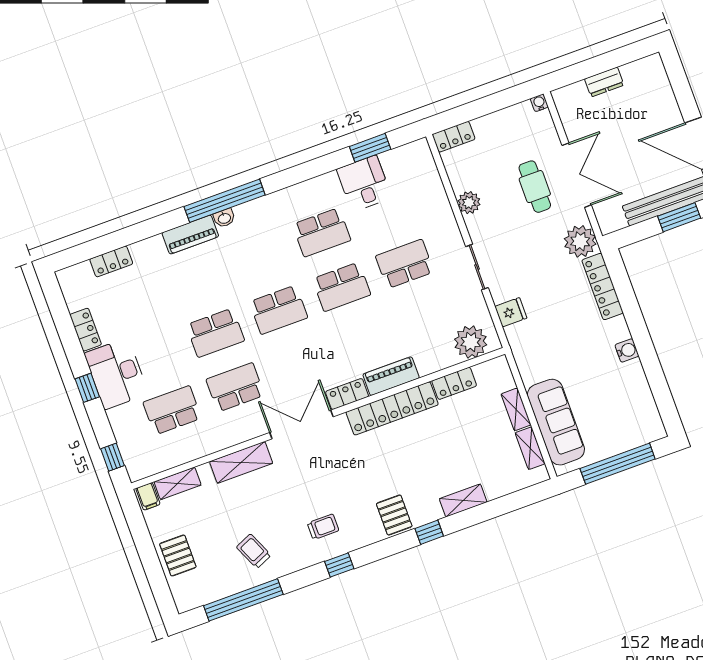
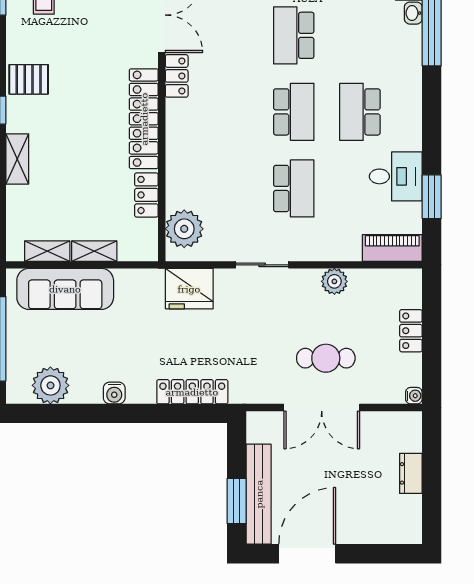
locker: (454, 137) -> (411, 331), moved
plant: (580, 241) -> (50, 385), moved
school desk: (342, 287) -> (294, 112), turned 180
fridge: (511, 312) -> (189, 289), width x1.88, depth x1.34
piano: (391, 376) -> (392, 248), moved, turned -90

